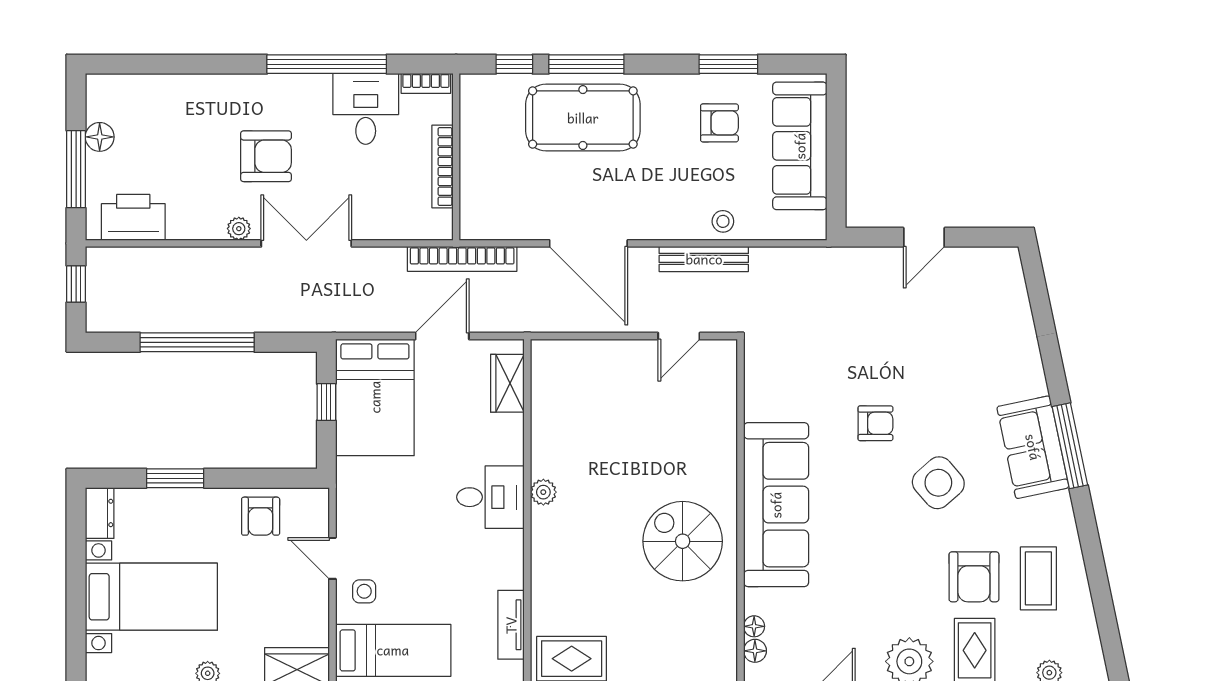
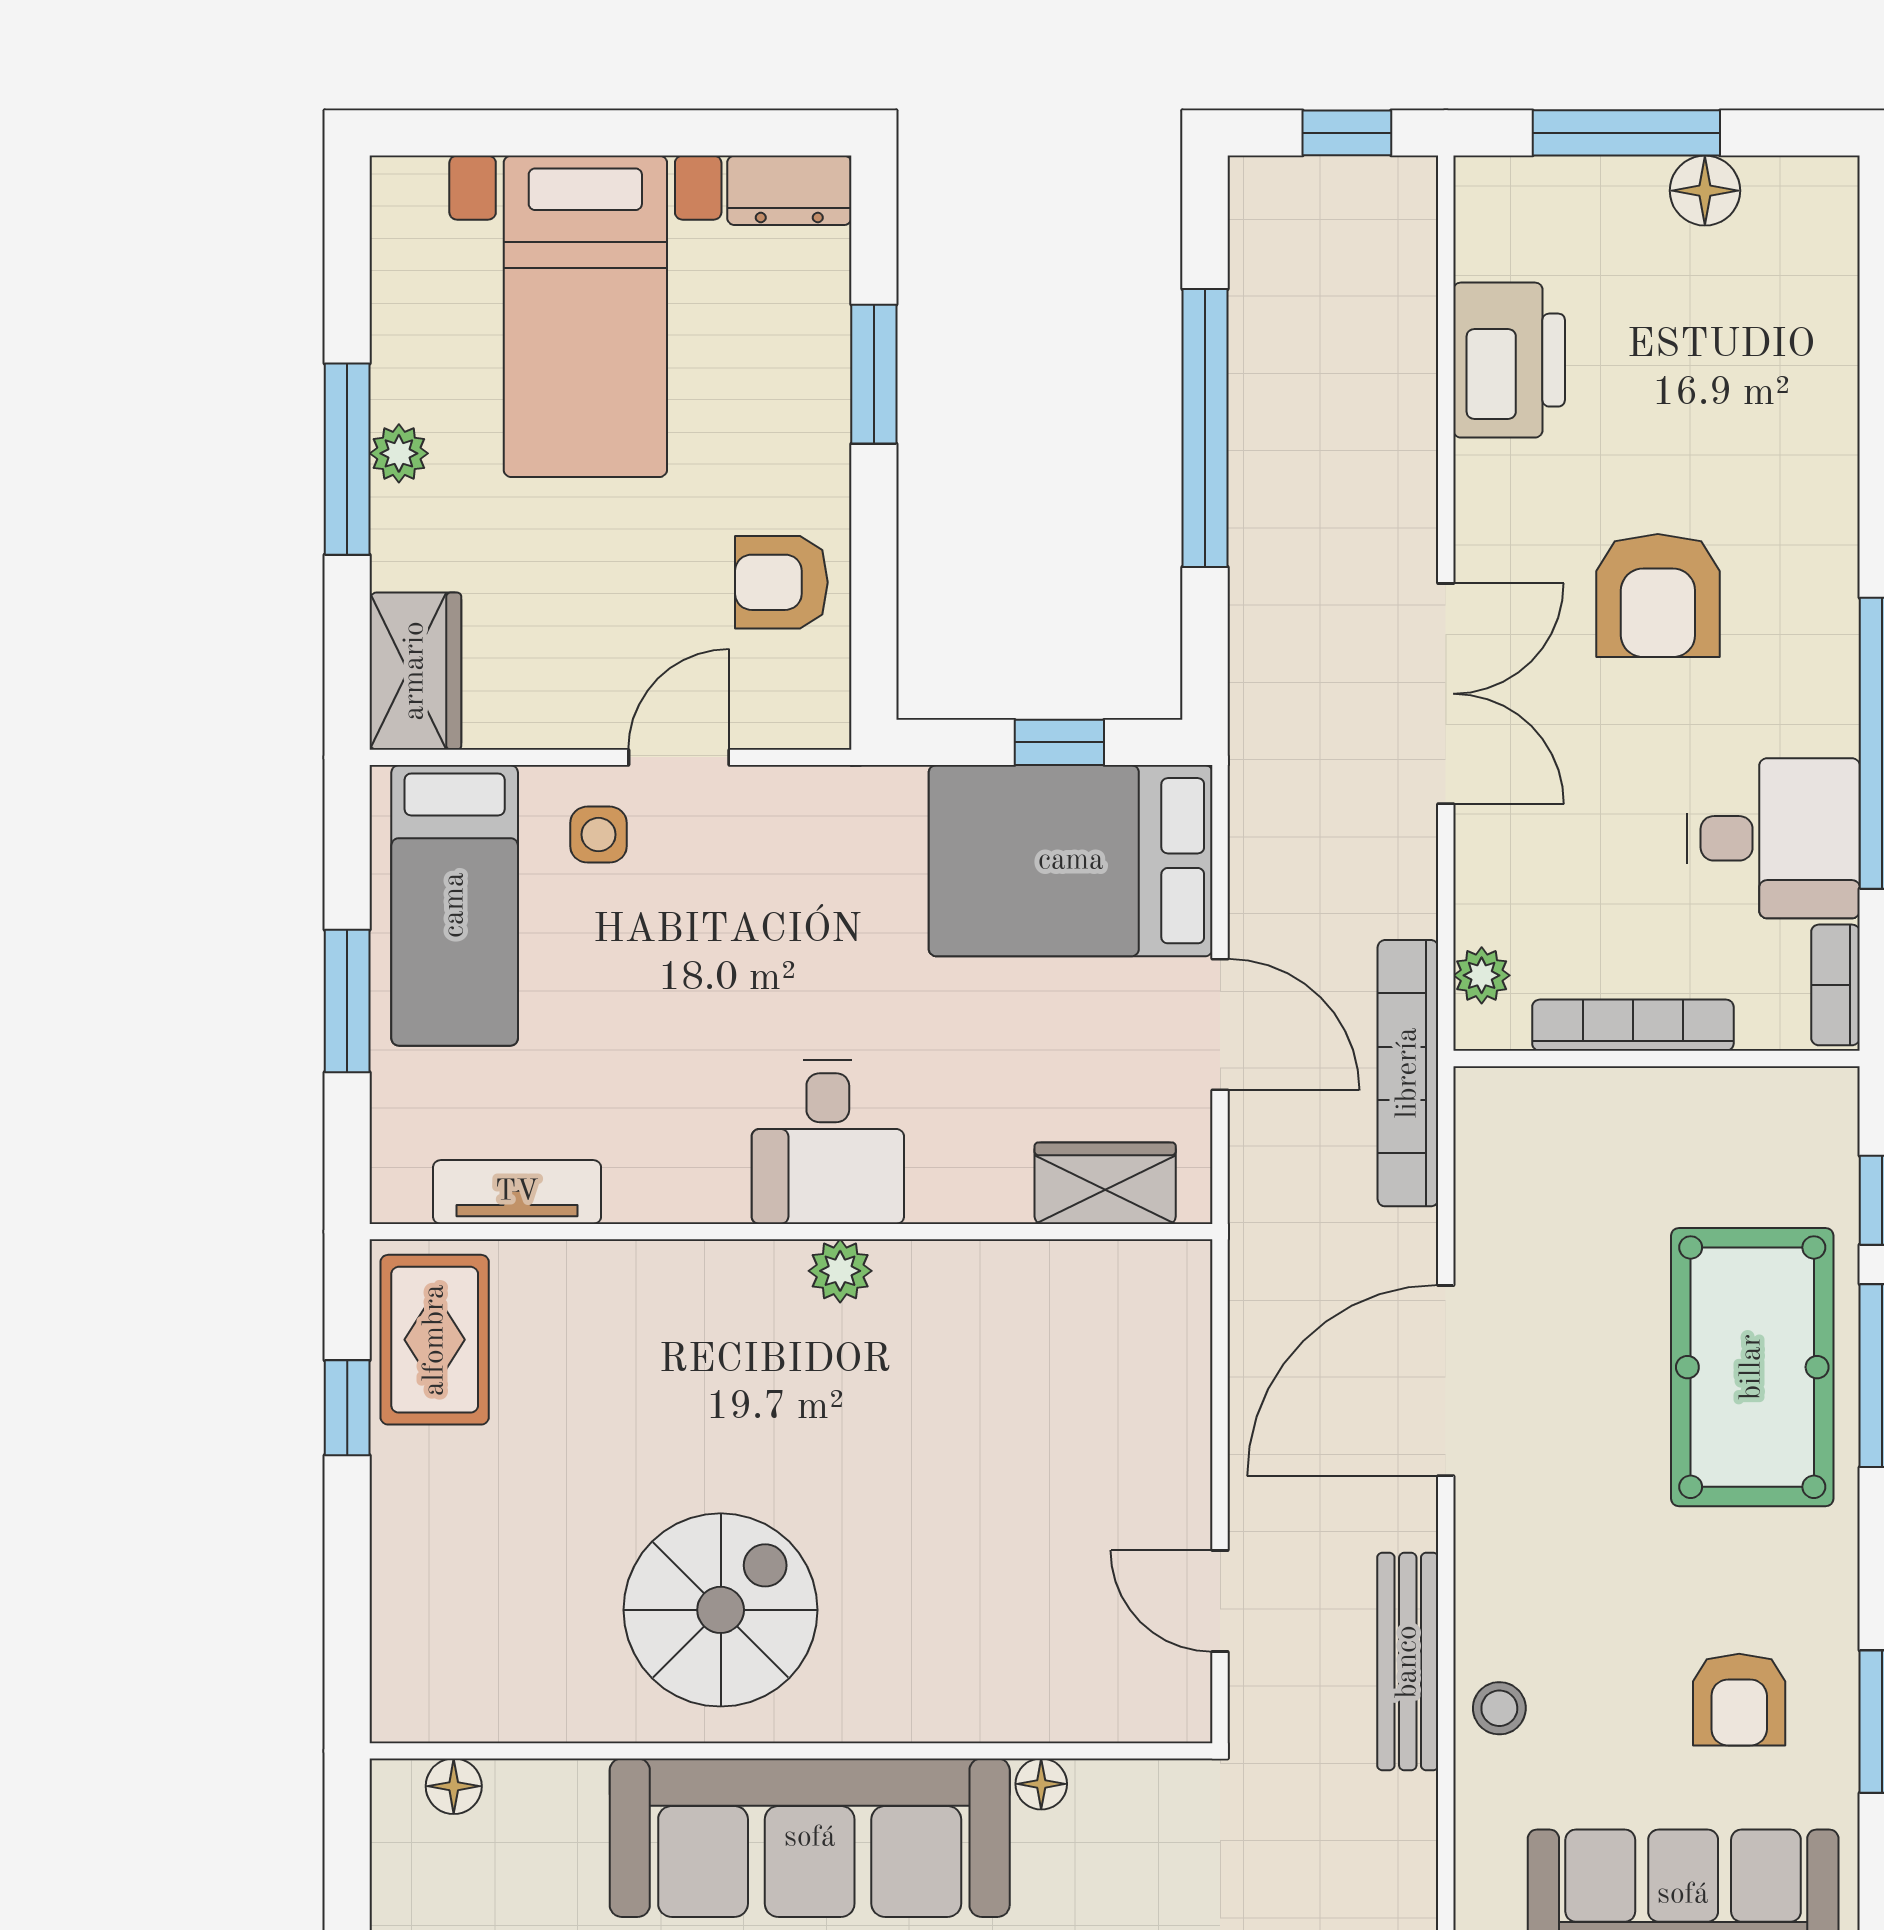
printer: (133, 217) -> (1509, 360), moved
plant: (239, 229) -> (1482, 975), moved
floor lamp: (754, 626) -> (1041, 1784), moved

